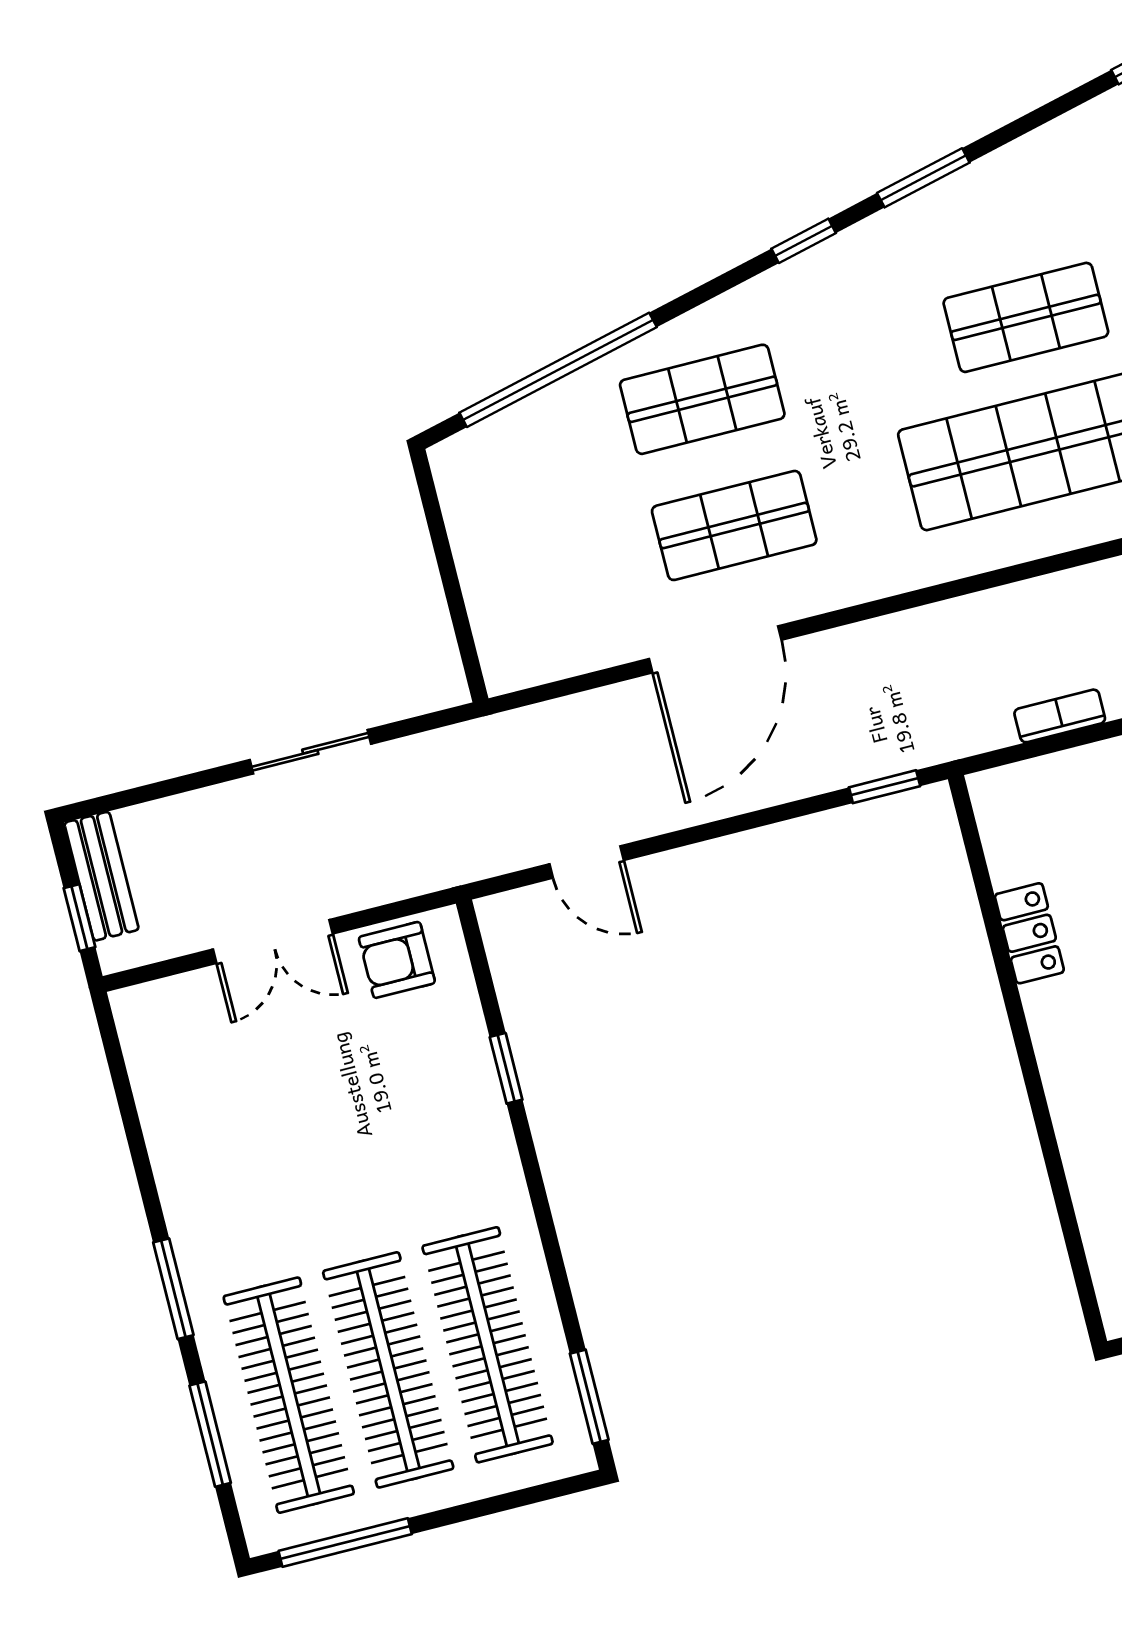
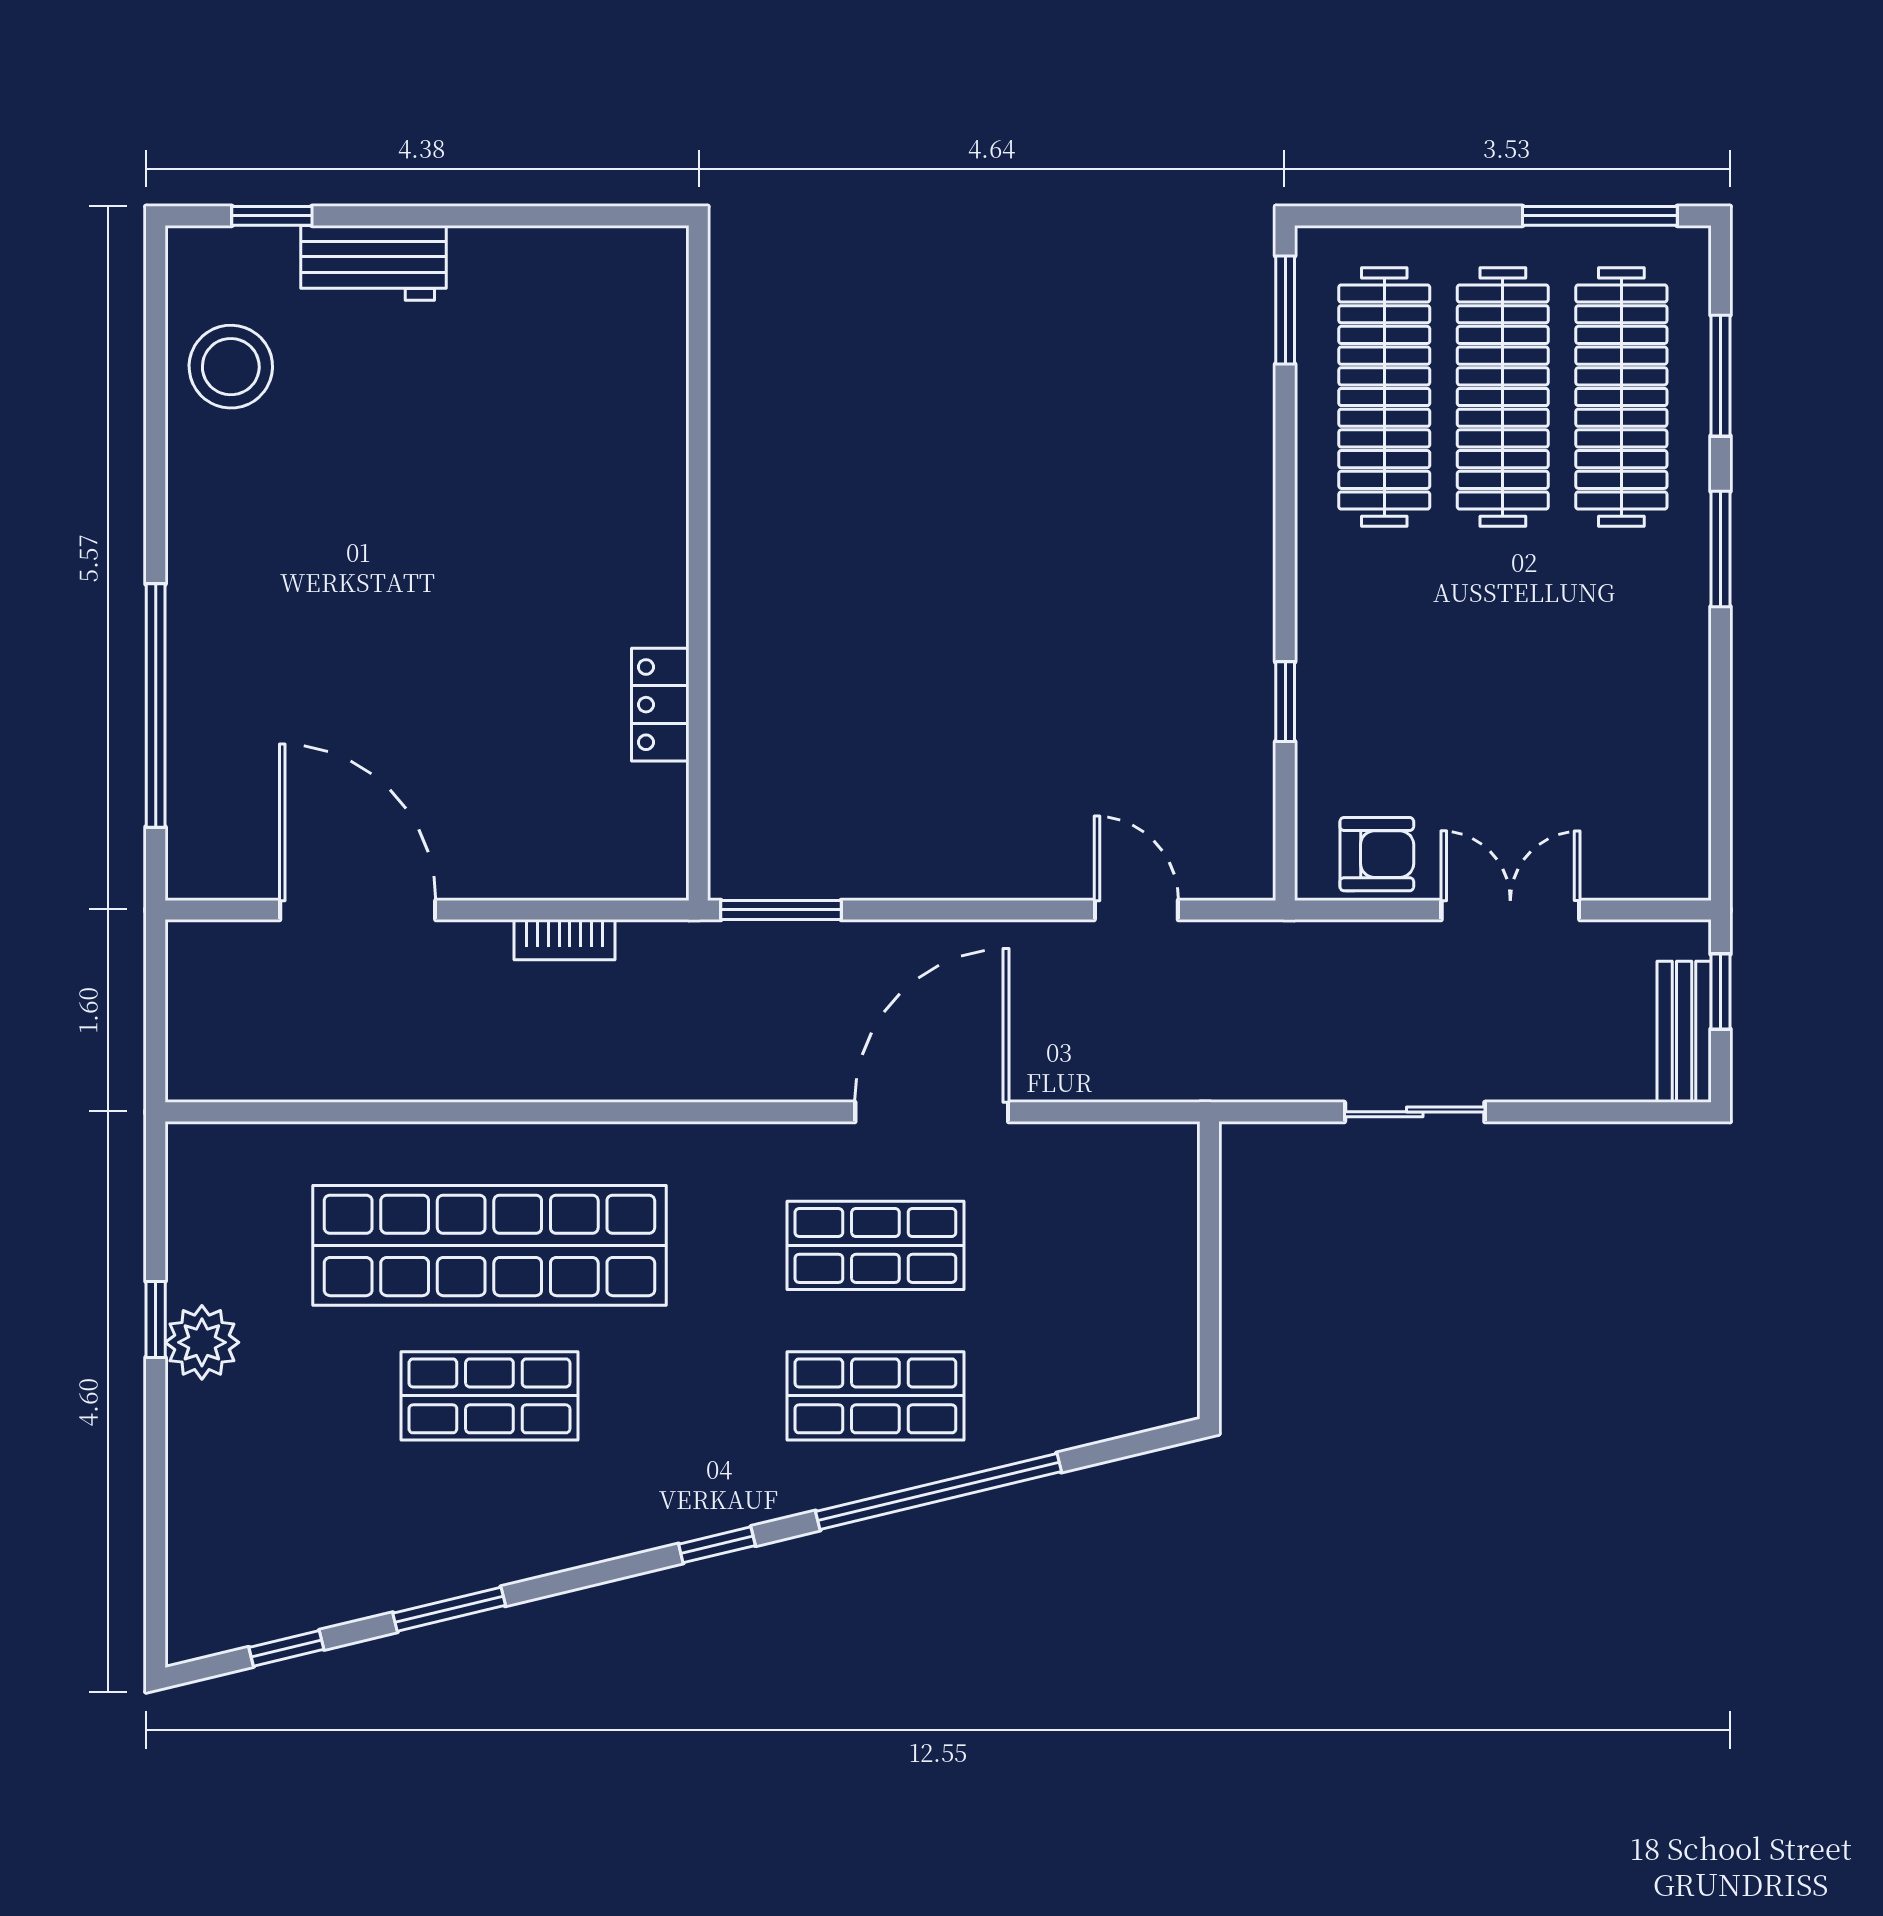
window: (923, 178) -> (449, 1609), moved
window: (558, 370) -> (938, 1492), moved
window: (885, 787) -> (781, 910), width x1.50

